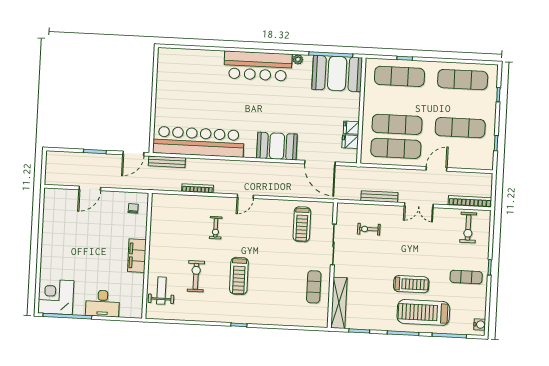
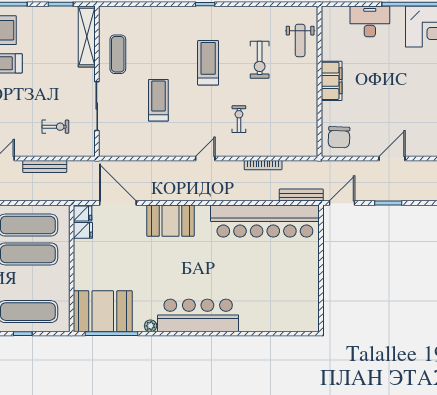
fridge: (351, 128) -> (83, 214), moved
chair: (133, 208) -> (339, 137), width x1.87, depth x1.87
treadmill: (302, 224) -> (158, 100), moved

